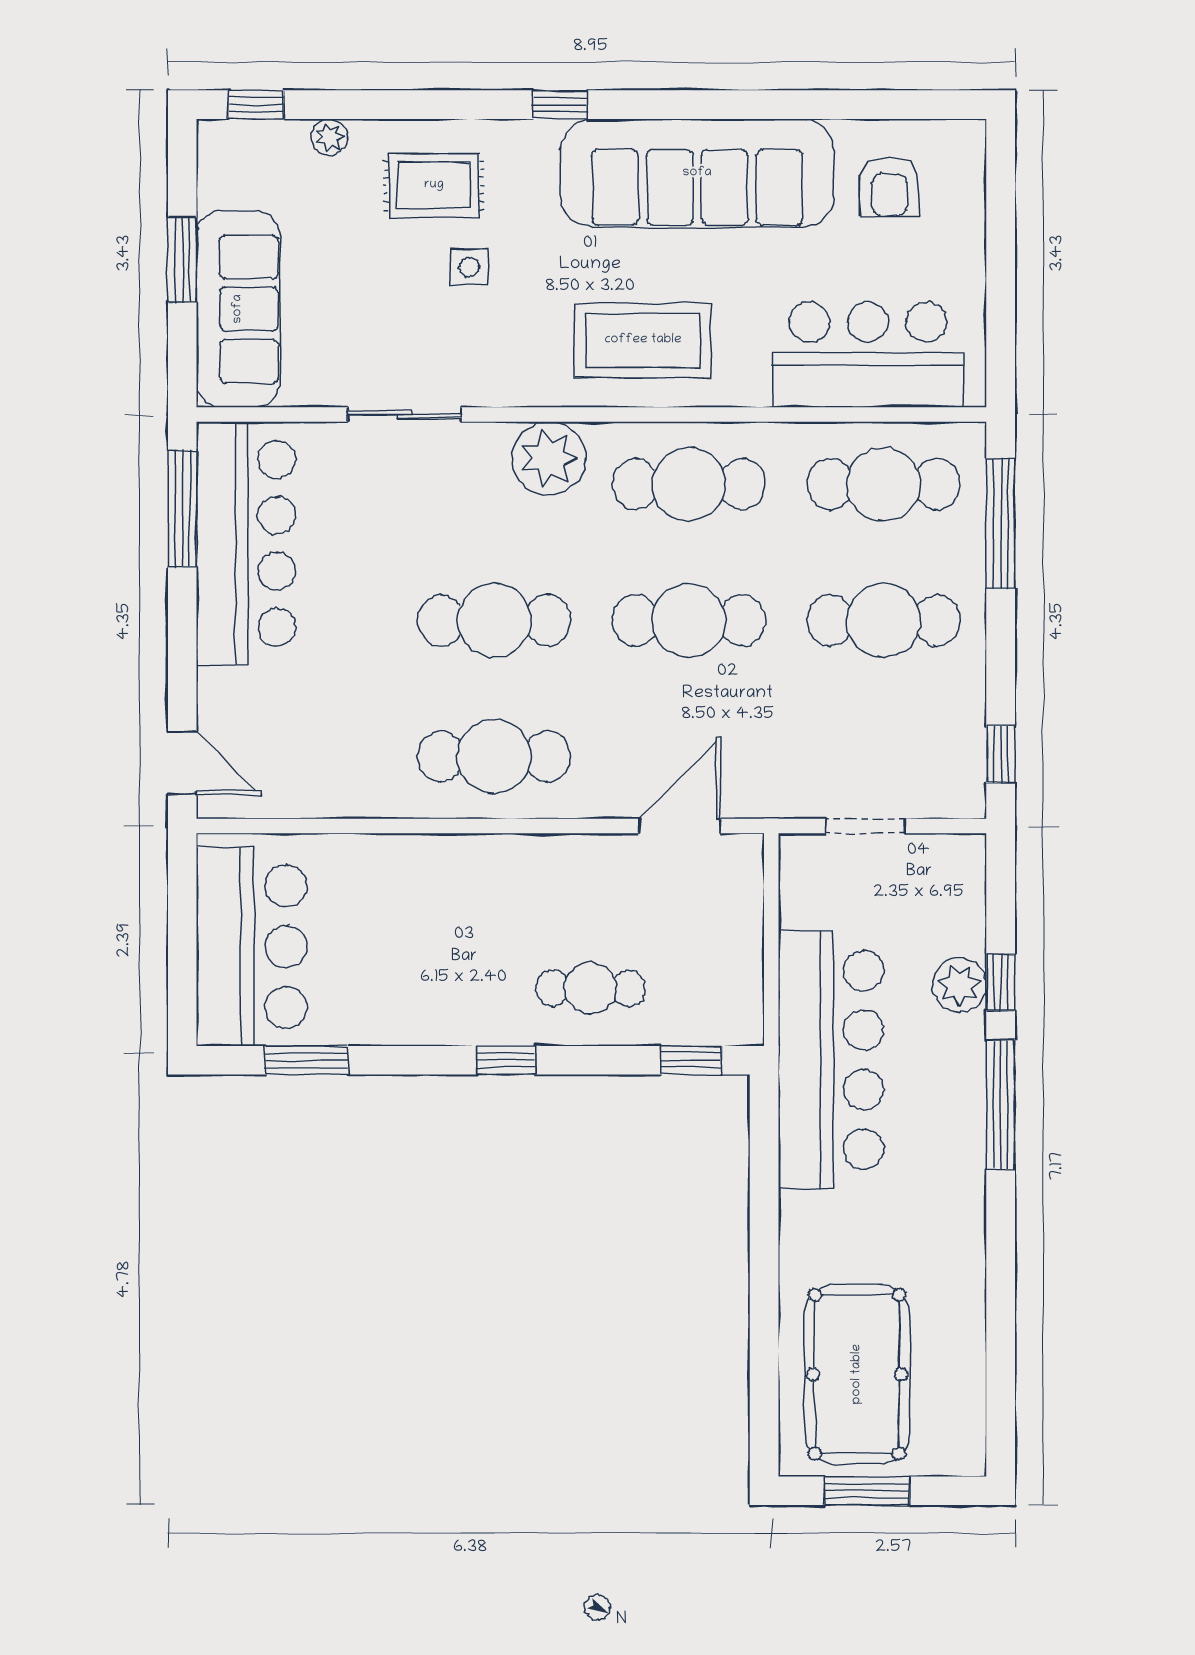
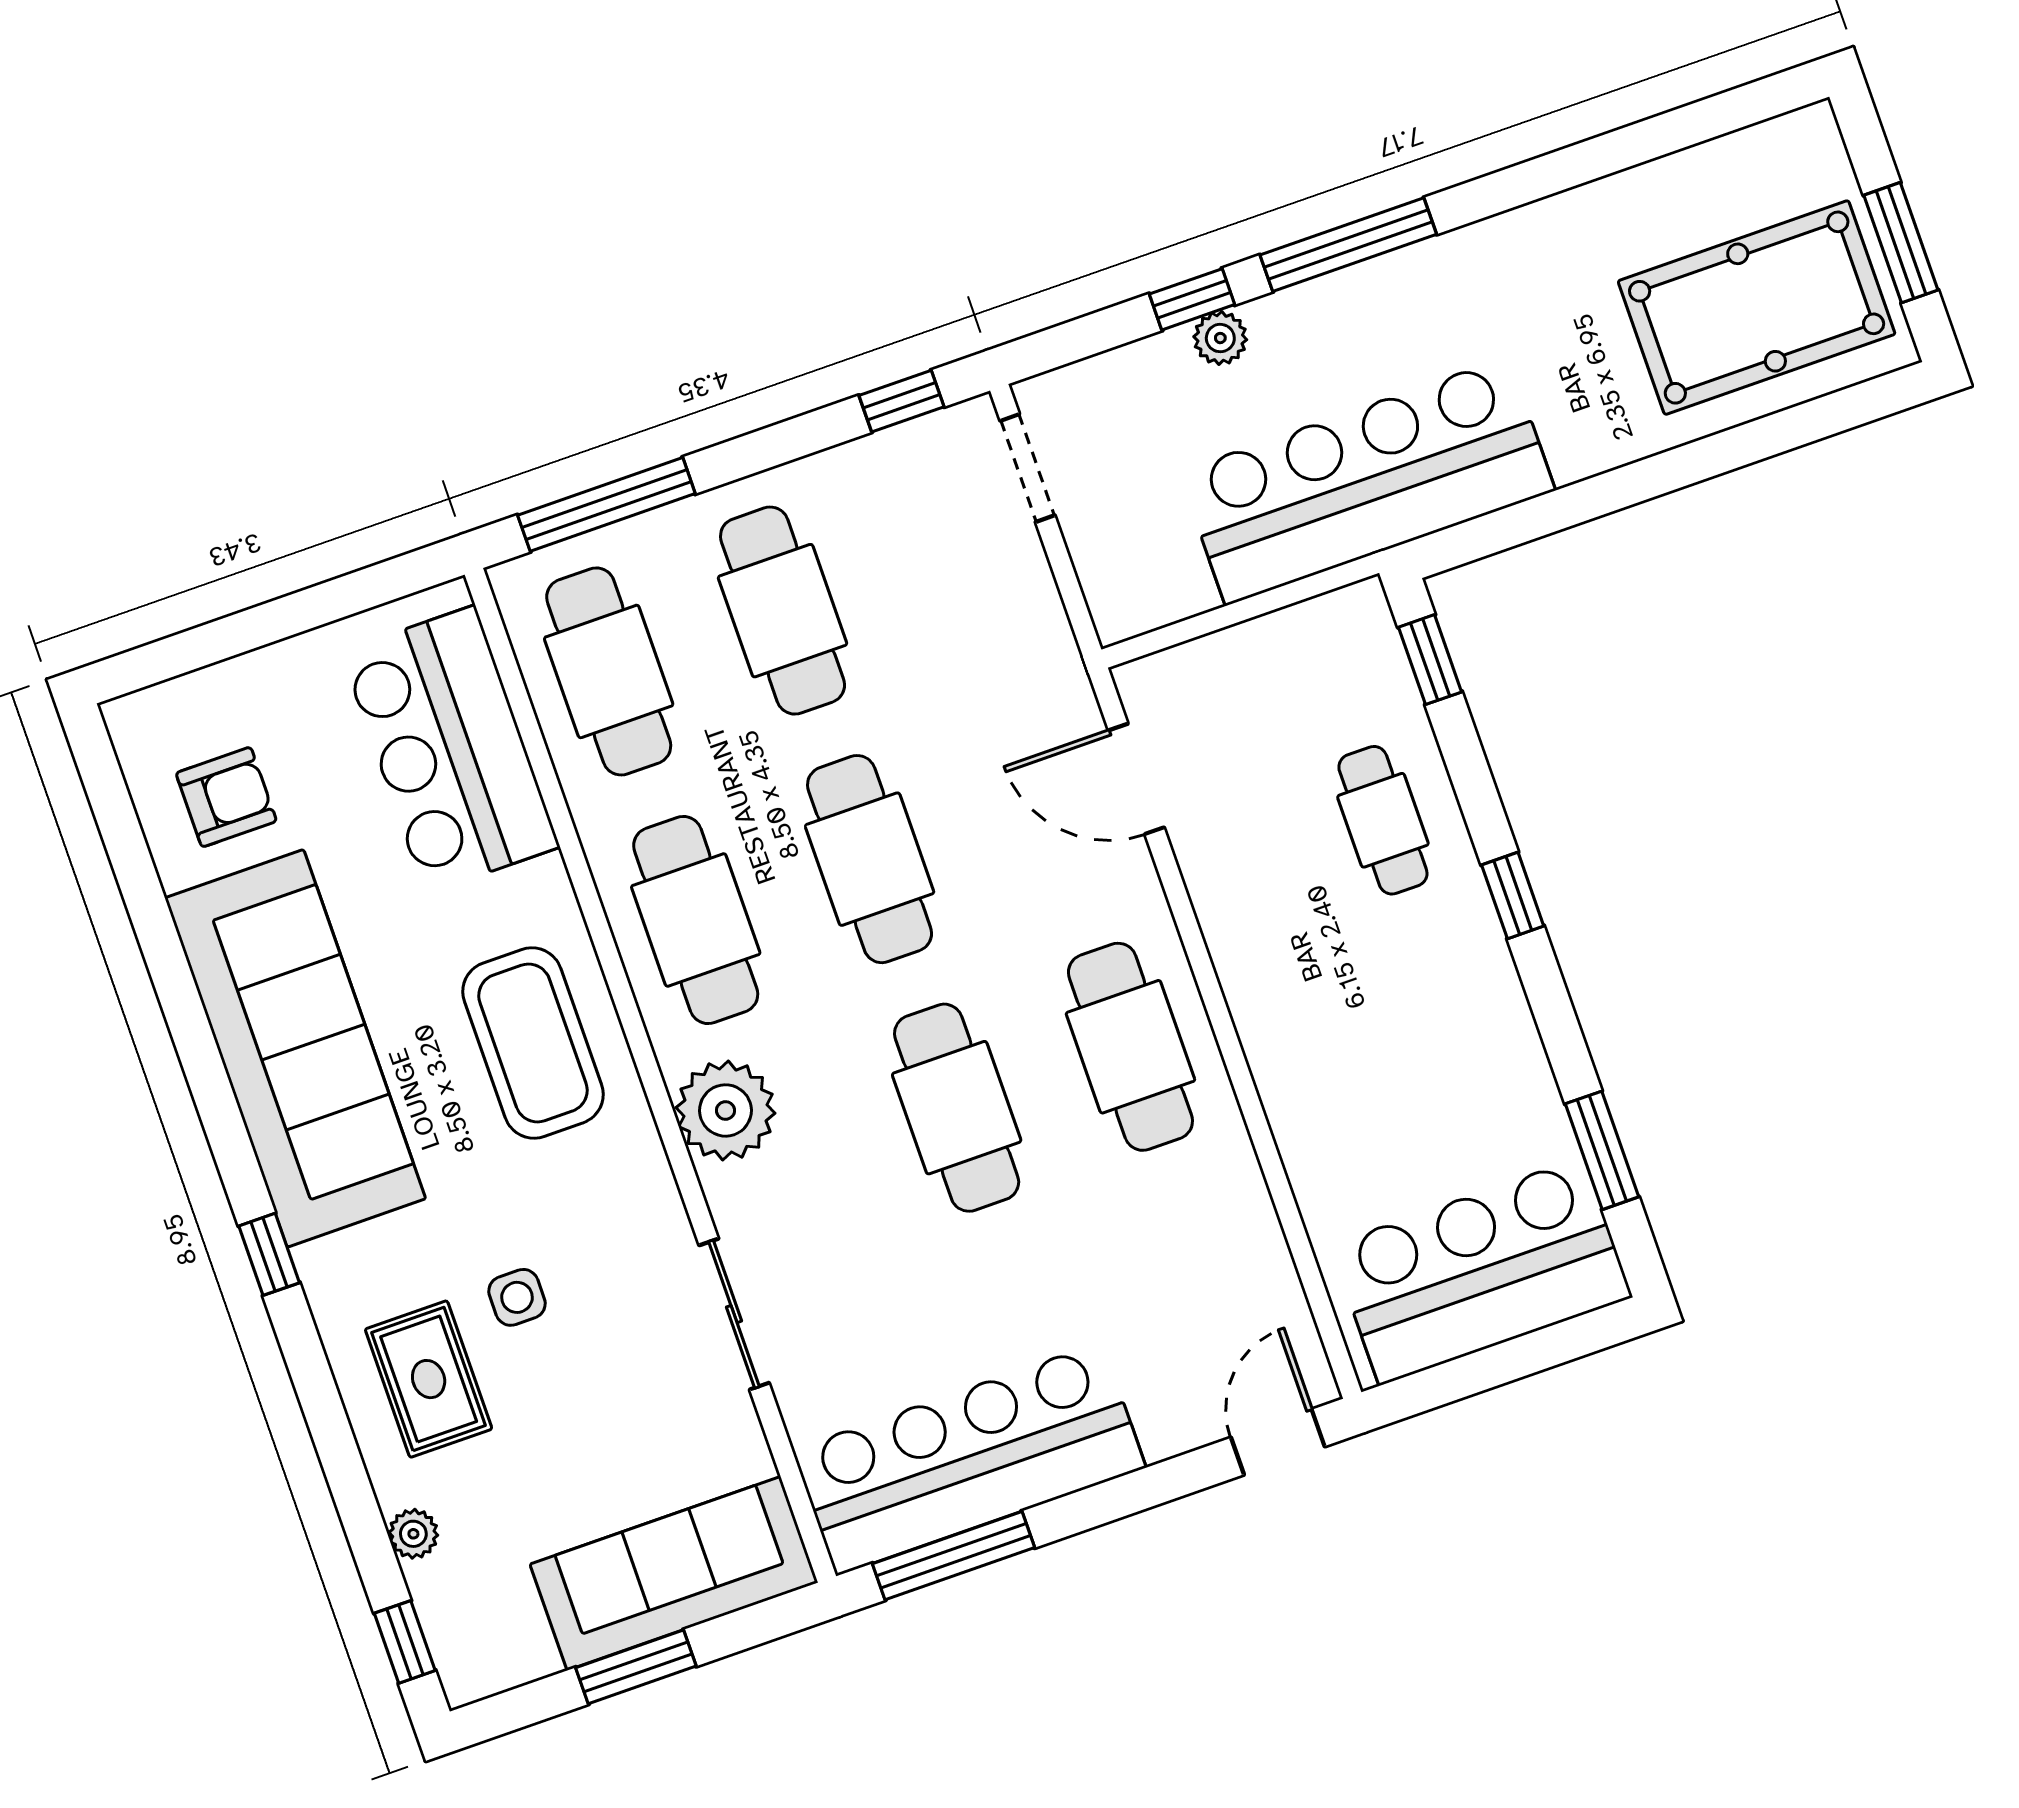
doorway: (865, 826) -> (1027, 468), moved
plant: (959, 985) -> (1220, 338), width x0.73, depth x0.73

